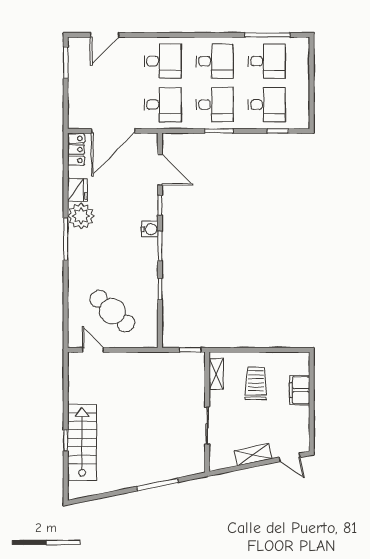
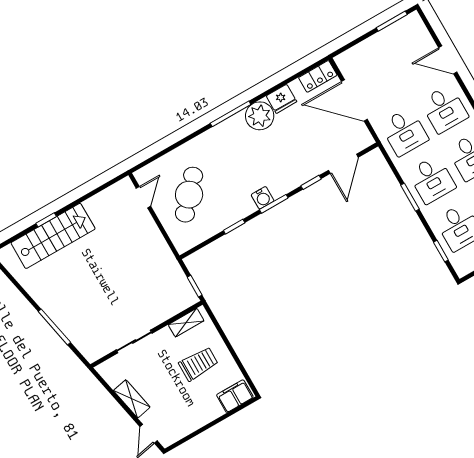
door: (105, 35) -> (448, 60), moved
water cooler: (150, 229) -> (263, 198), moved
filing cabinet: (300, 390) -> (235, 396), moved

